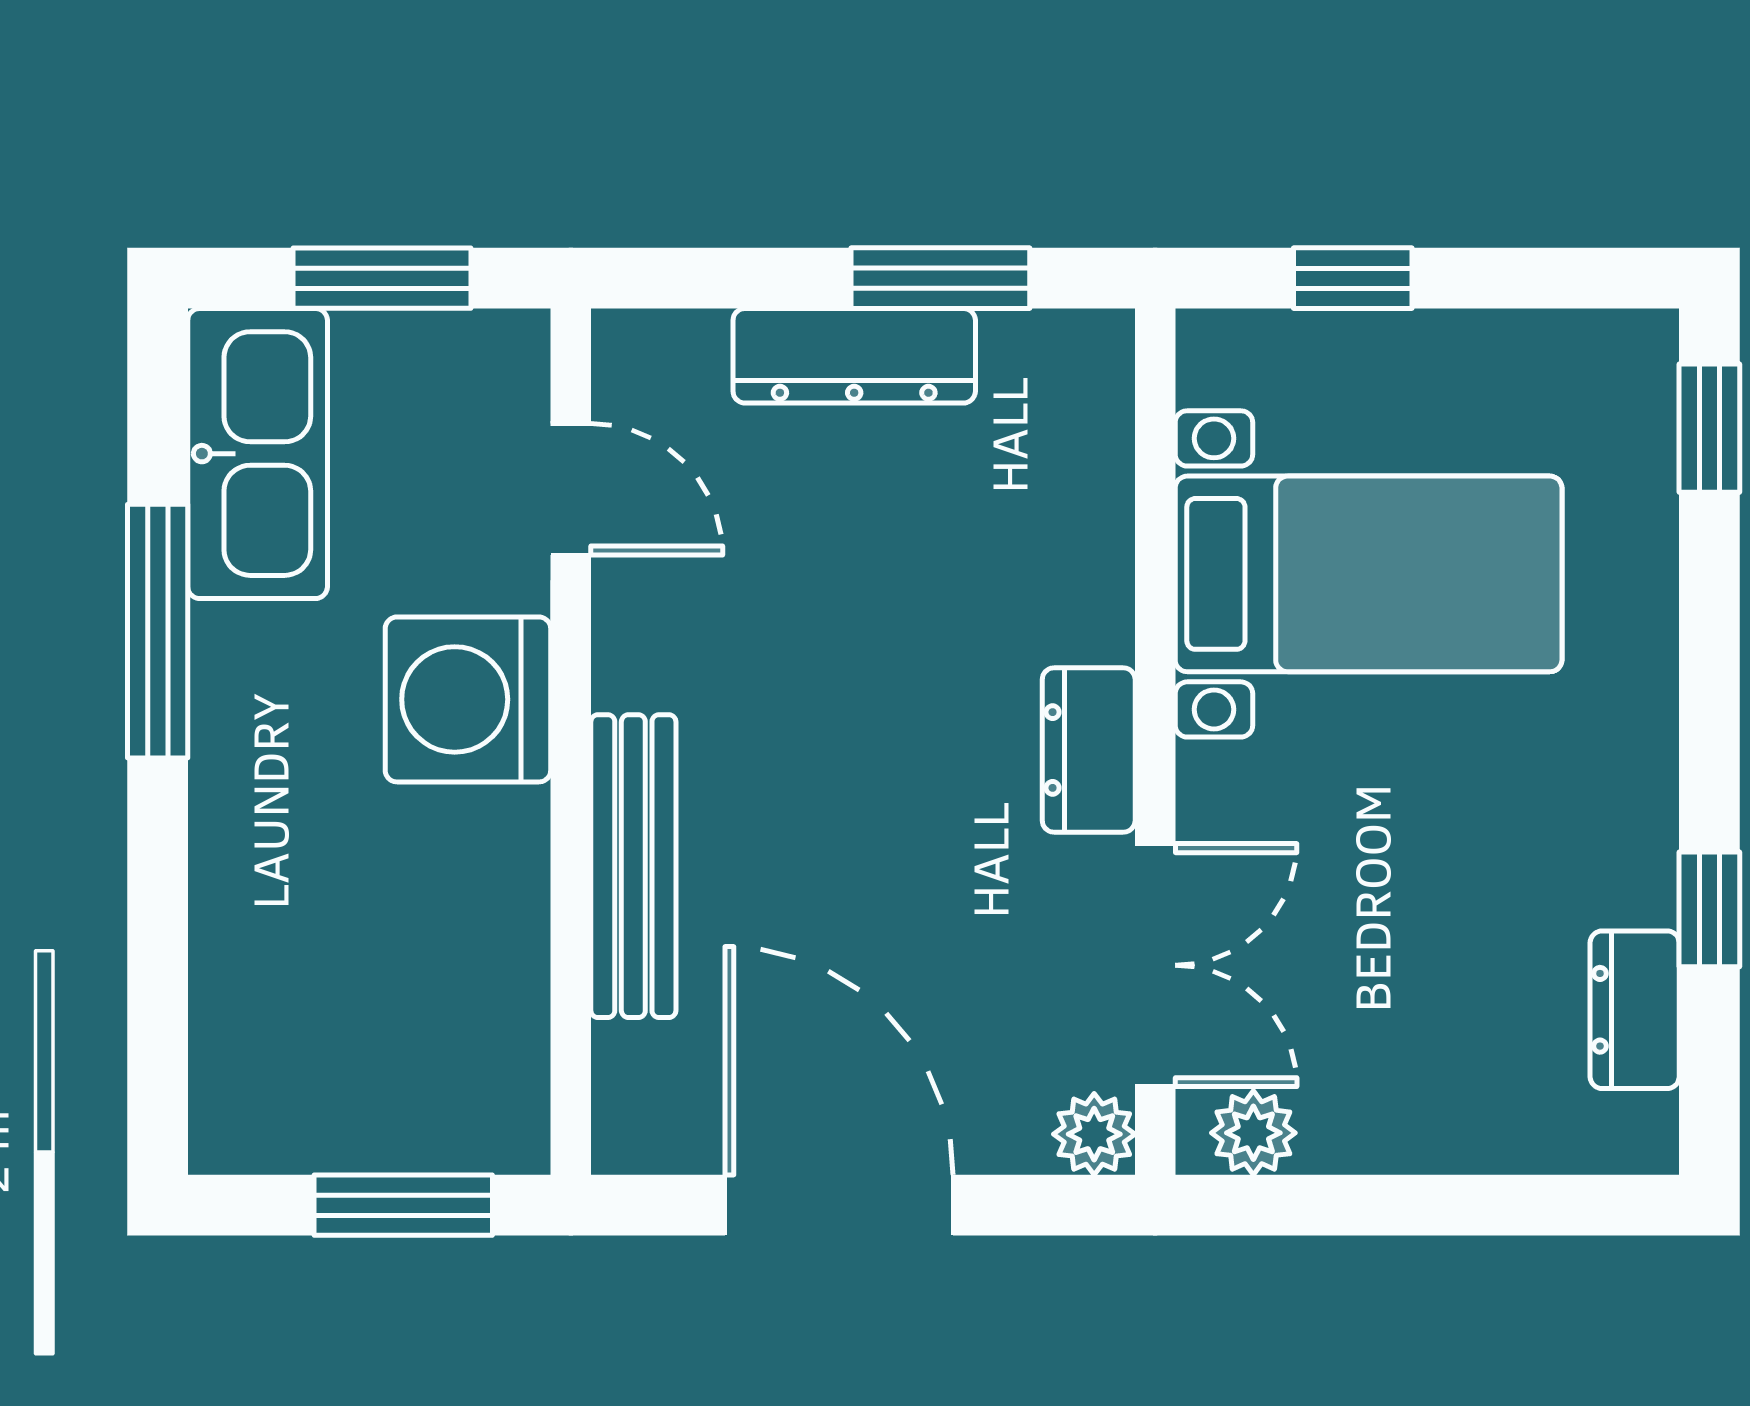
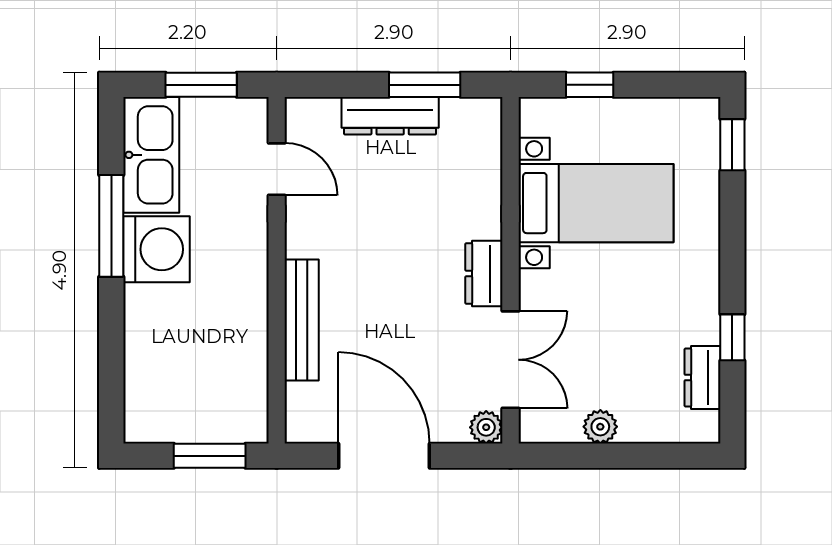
washing machine: (468, 699) -> (156, 249), moved, turned 180
plant: (1253, 1133) -> (600, 427), moved

